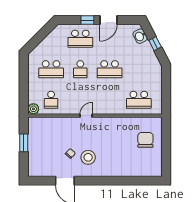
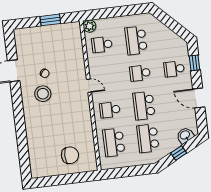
window: (87, 20) -> (195, 63), moved
school desk: (80, 39) -> (174, 69), width x0.54
school desk: (139, 69) -> (148, 138), added
school desk: (110, 100) -> (110, 110), added

